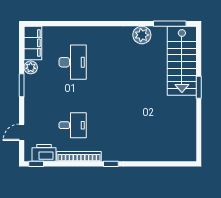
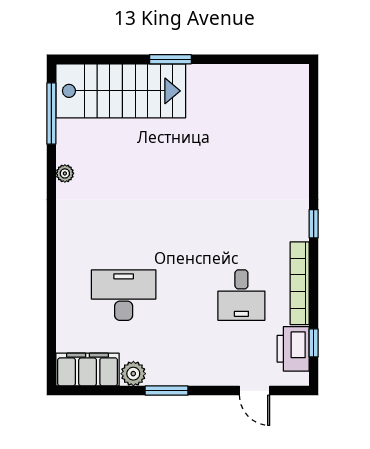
plant: (142, 35) -> (65, 173), width x0.53, depth x0.53
desk: (73, 125) -> (241, 295), turned 180
window: (36, 164) -> (314, 343), moved

